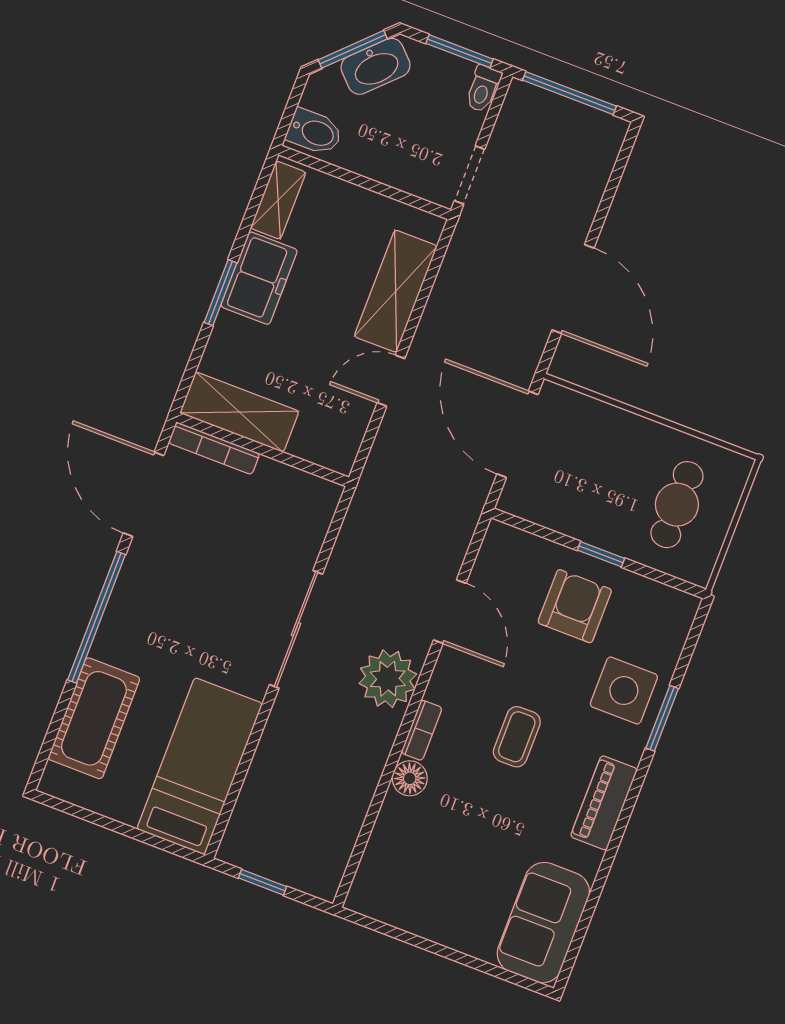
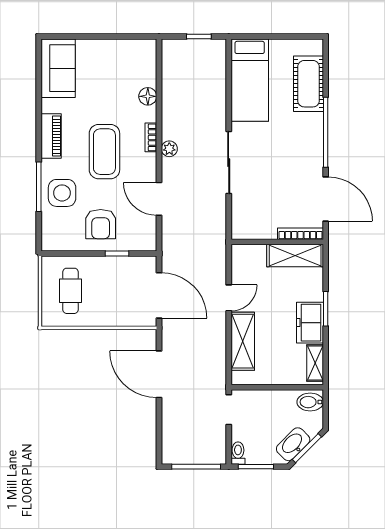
window: (601, 554) -> (117, 253), moved
plant: (388, 679) -> (169, 149), width x0.53, depth x0.53
window: (662, 718) -> (39, 187), width x1.44
coffee table: (517, 737) -> (104, 152), width x1.86, depth x1.72
floor lamp: (410, 778) -> (148, 96), moved

